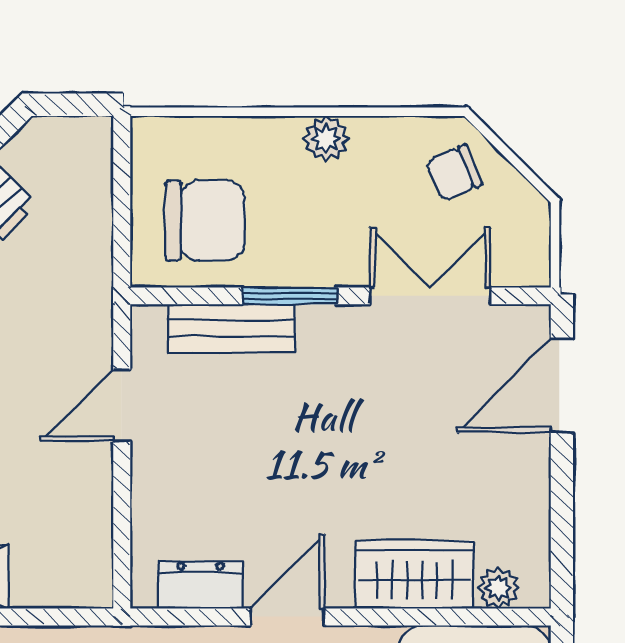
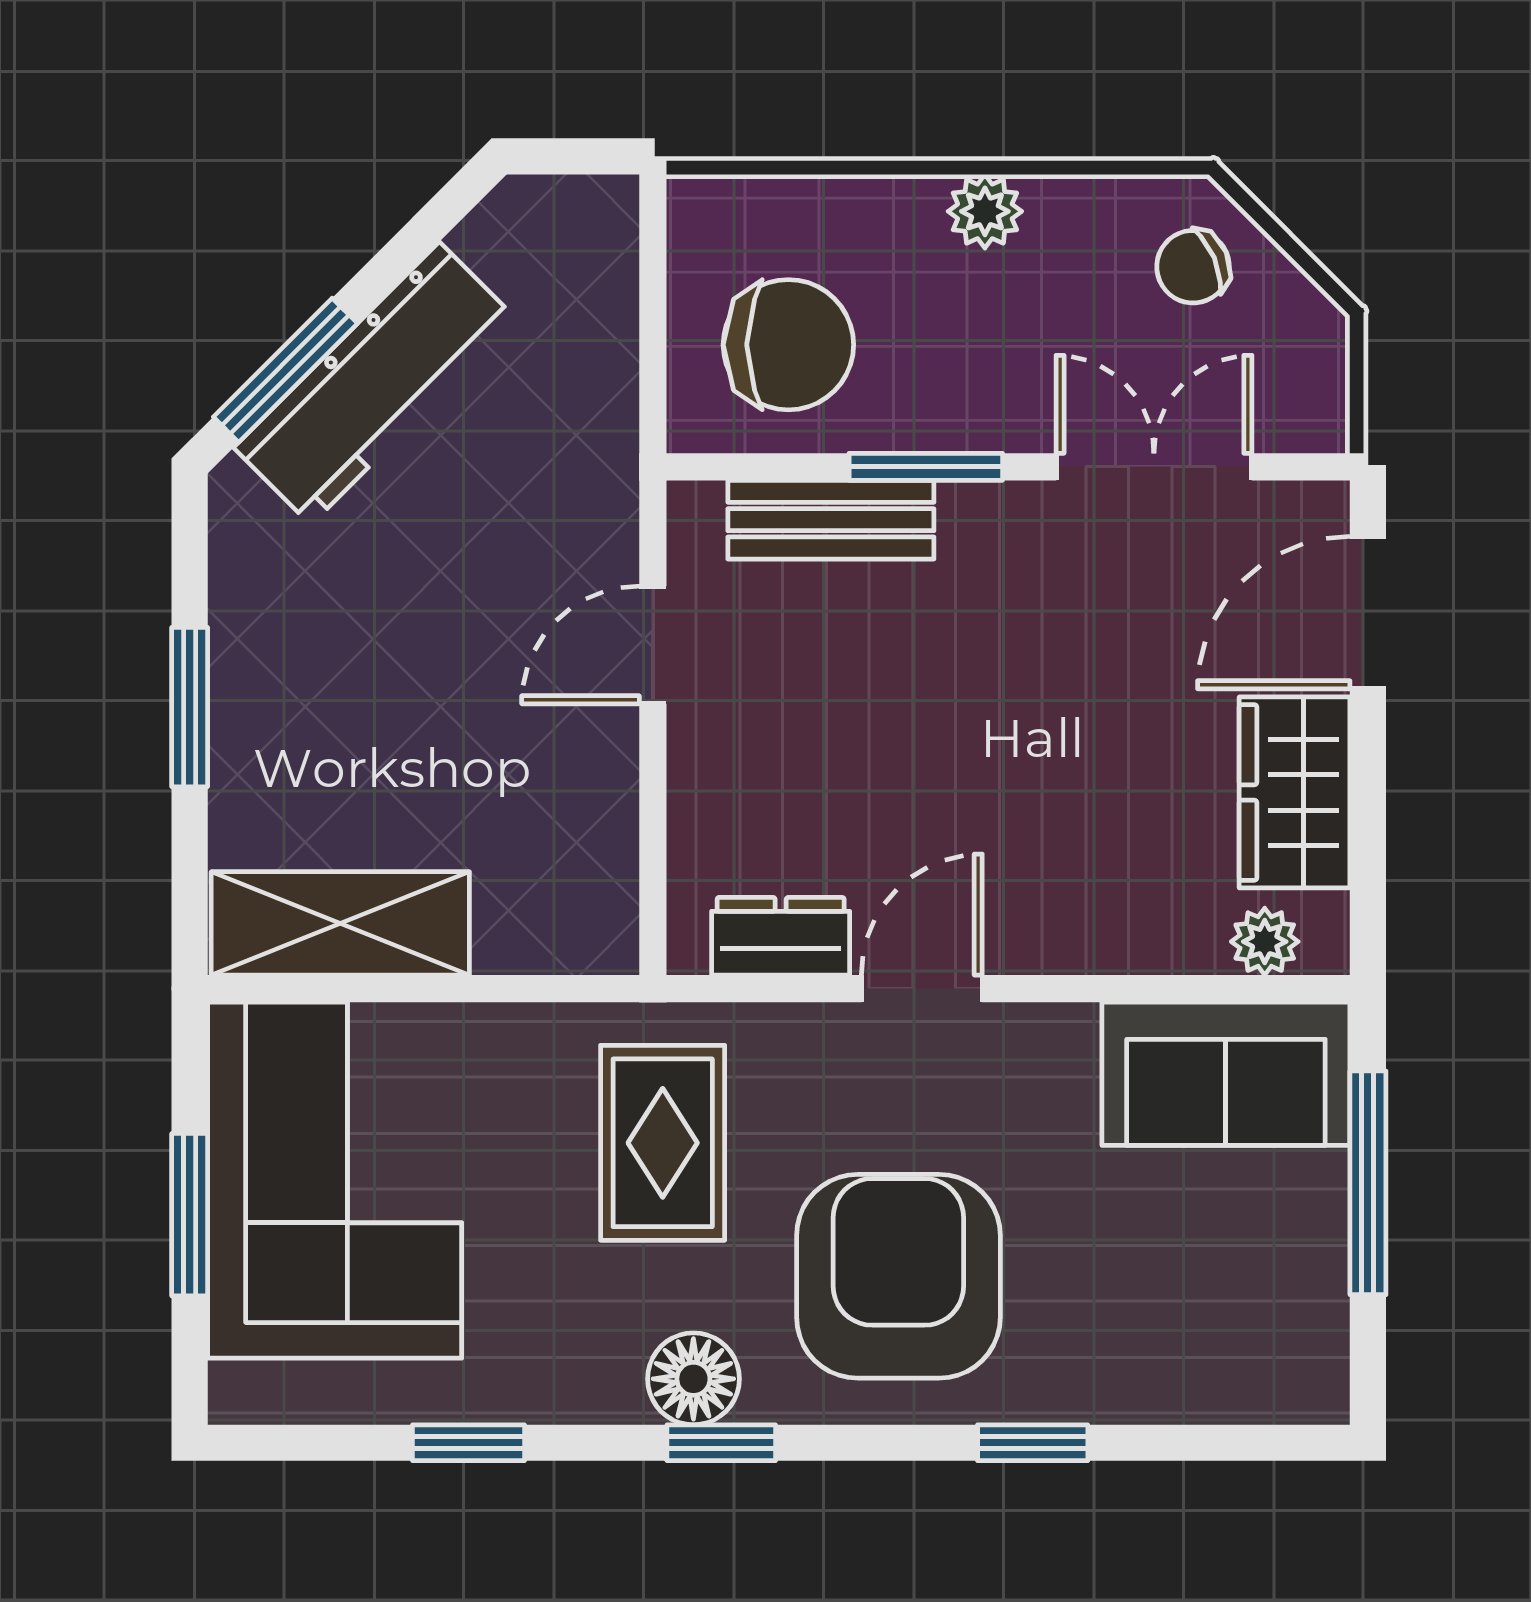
wardrobe: (415, 575) -> (1295, 792), moved, turned -90

